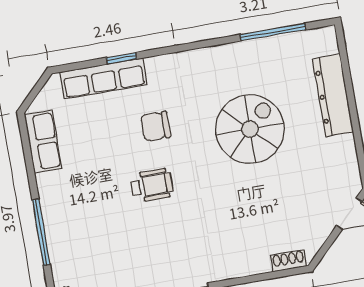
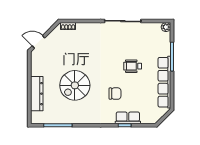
row of seats: (104, 78) -> (128, 118), width x0.68
row of seats: (43, 142) -> (164, 82), width x2.02
wheelchair: (152, 185) -> (133, 66), moved

